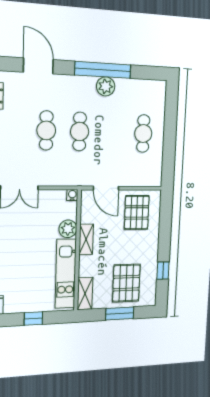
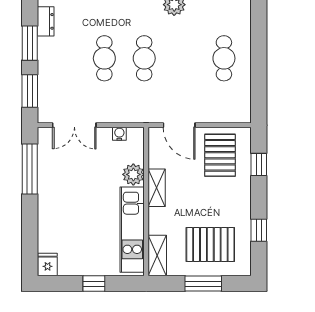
water cooler: (72, 195) -> (119, 134), moved
window: (166, 220) -> (259, 164), added
pallet: (126, 283) -> (210, 244), turned 90

